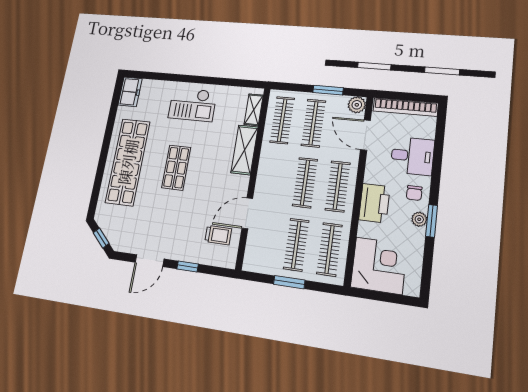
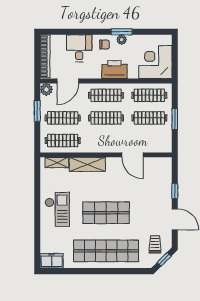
shop shelf: (176, 168) -> (106, 213), width x1.43, depth x1.36
trolley: (218, 235) -> (155, 244), moved

